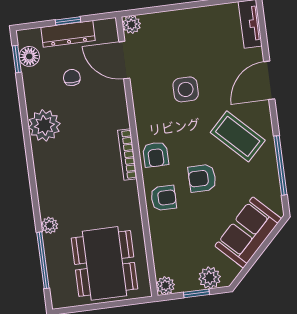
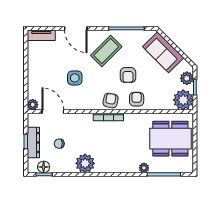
door: (124, 60) -> (53, 112), swing flipped
armchair: (156, 154) -> (111, 100), turned -79
plant: (165, 285) -> (183, 100), width x1.88, depth x1.88

